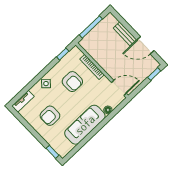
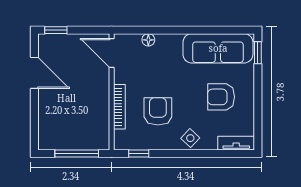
bench: (125, 34) -> (45, 108), removed
armchair: (50, 116) -> (221, 97), turned 180
sofa: (85, 125) -> (218, 48), moved

